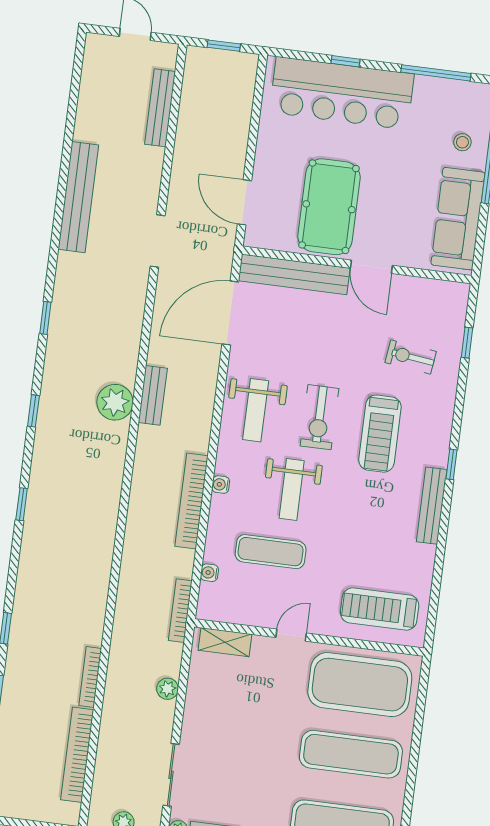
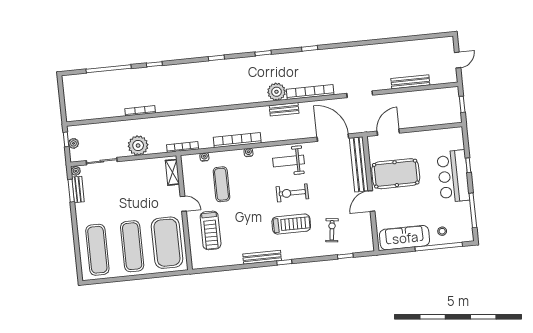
bar counter: (342, 93) -> (453, 176), width x0.73
bench: (160, 108) -> (410, 82), moved
bench: (78, 197) -> (372, 51), removed
treadmill: (380, 434) -> (291, 224), turned 180
weight bench: (292, 489) -> (254, 187), removed
treadmill: (380, 609) -> (211, 230), moved, turned 180
plant: (167, 689) -> (138, 145), width x1.88, depth x1.88
bookcase: (77, 755) -> (310, 92), moved

